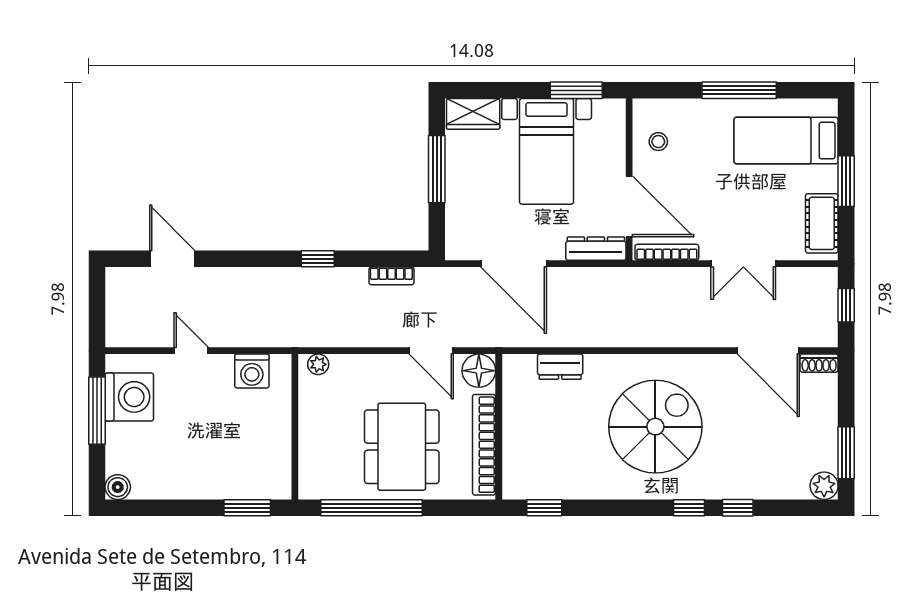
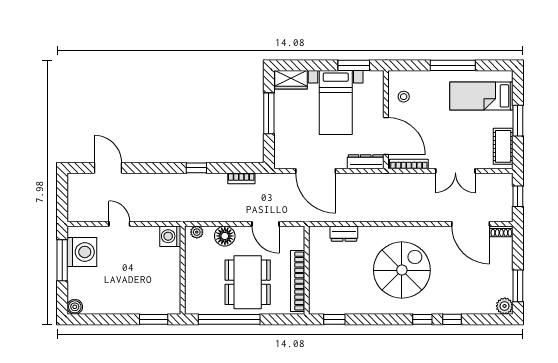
washing machine: (252, 371) -> (170, 236), moved, turned 90
floor lamp: (479, 371) -> (225, 236), moved

